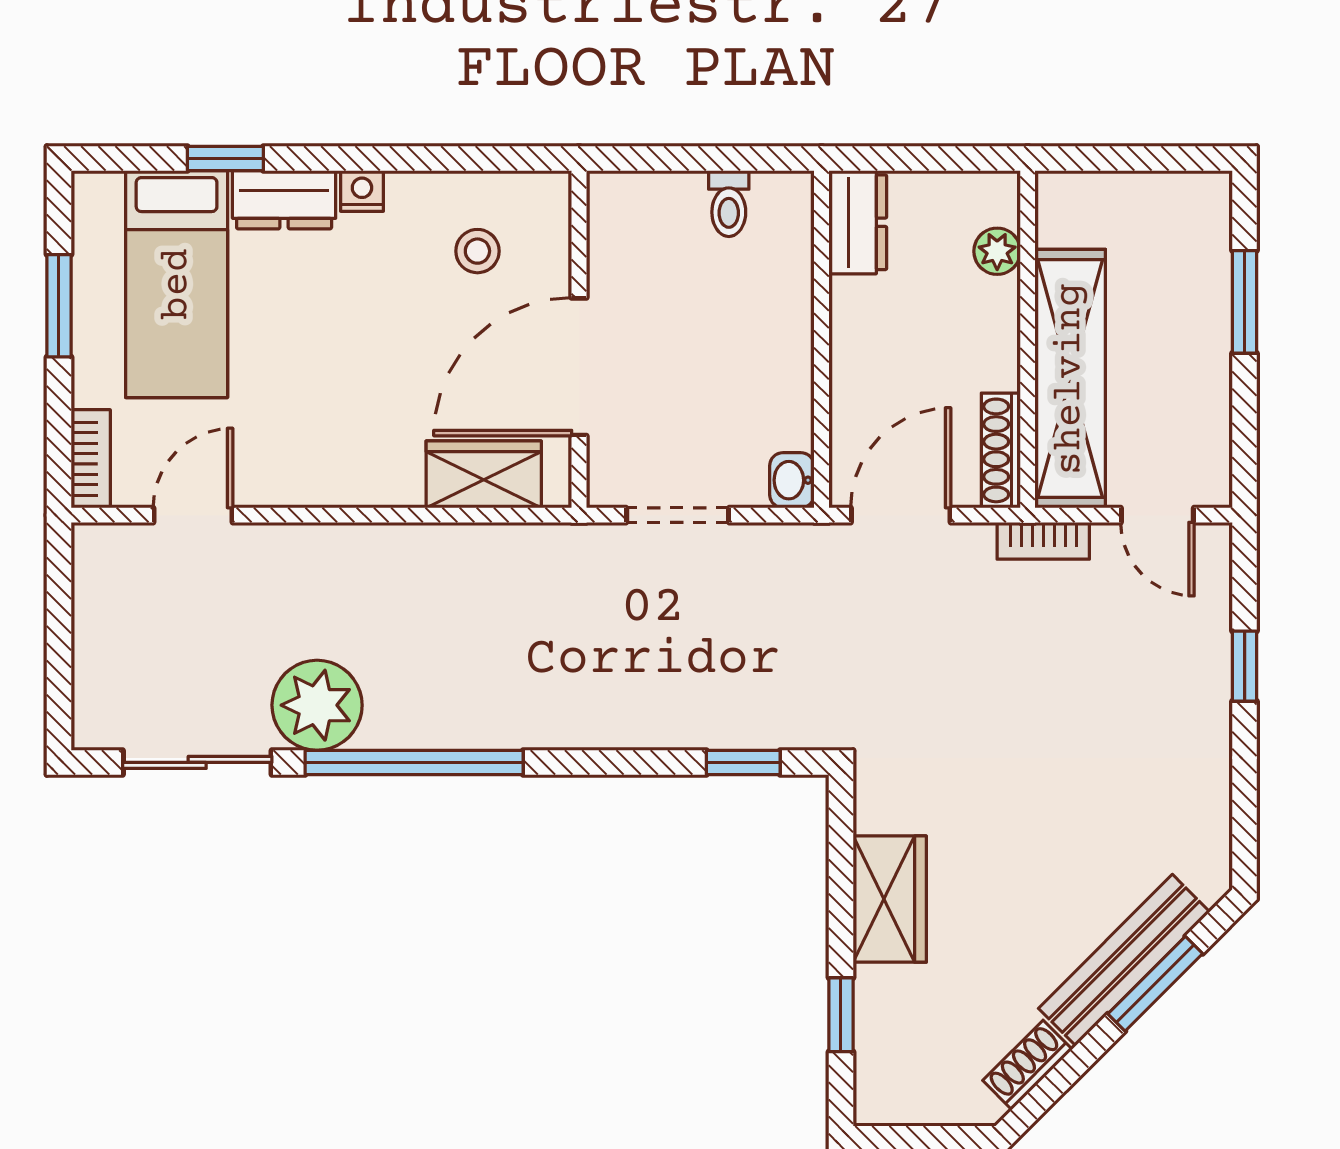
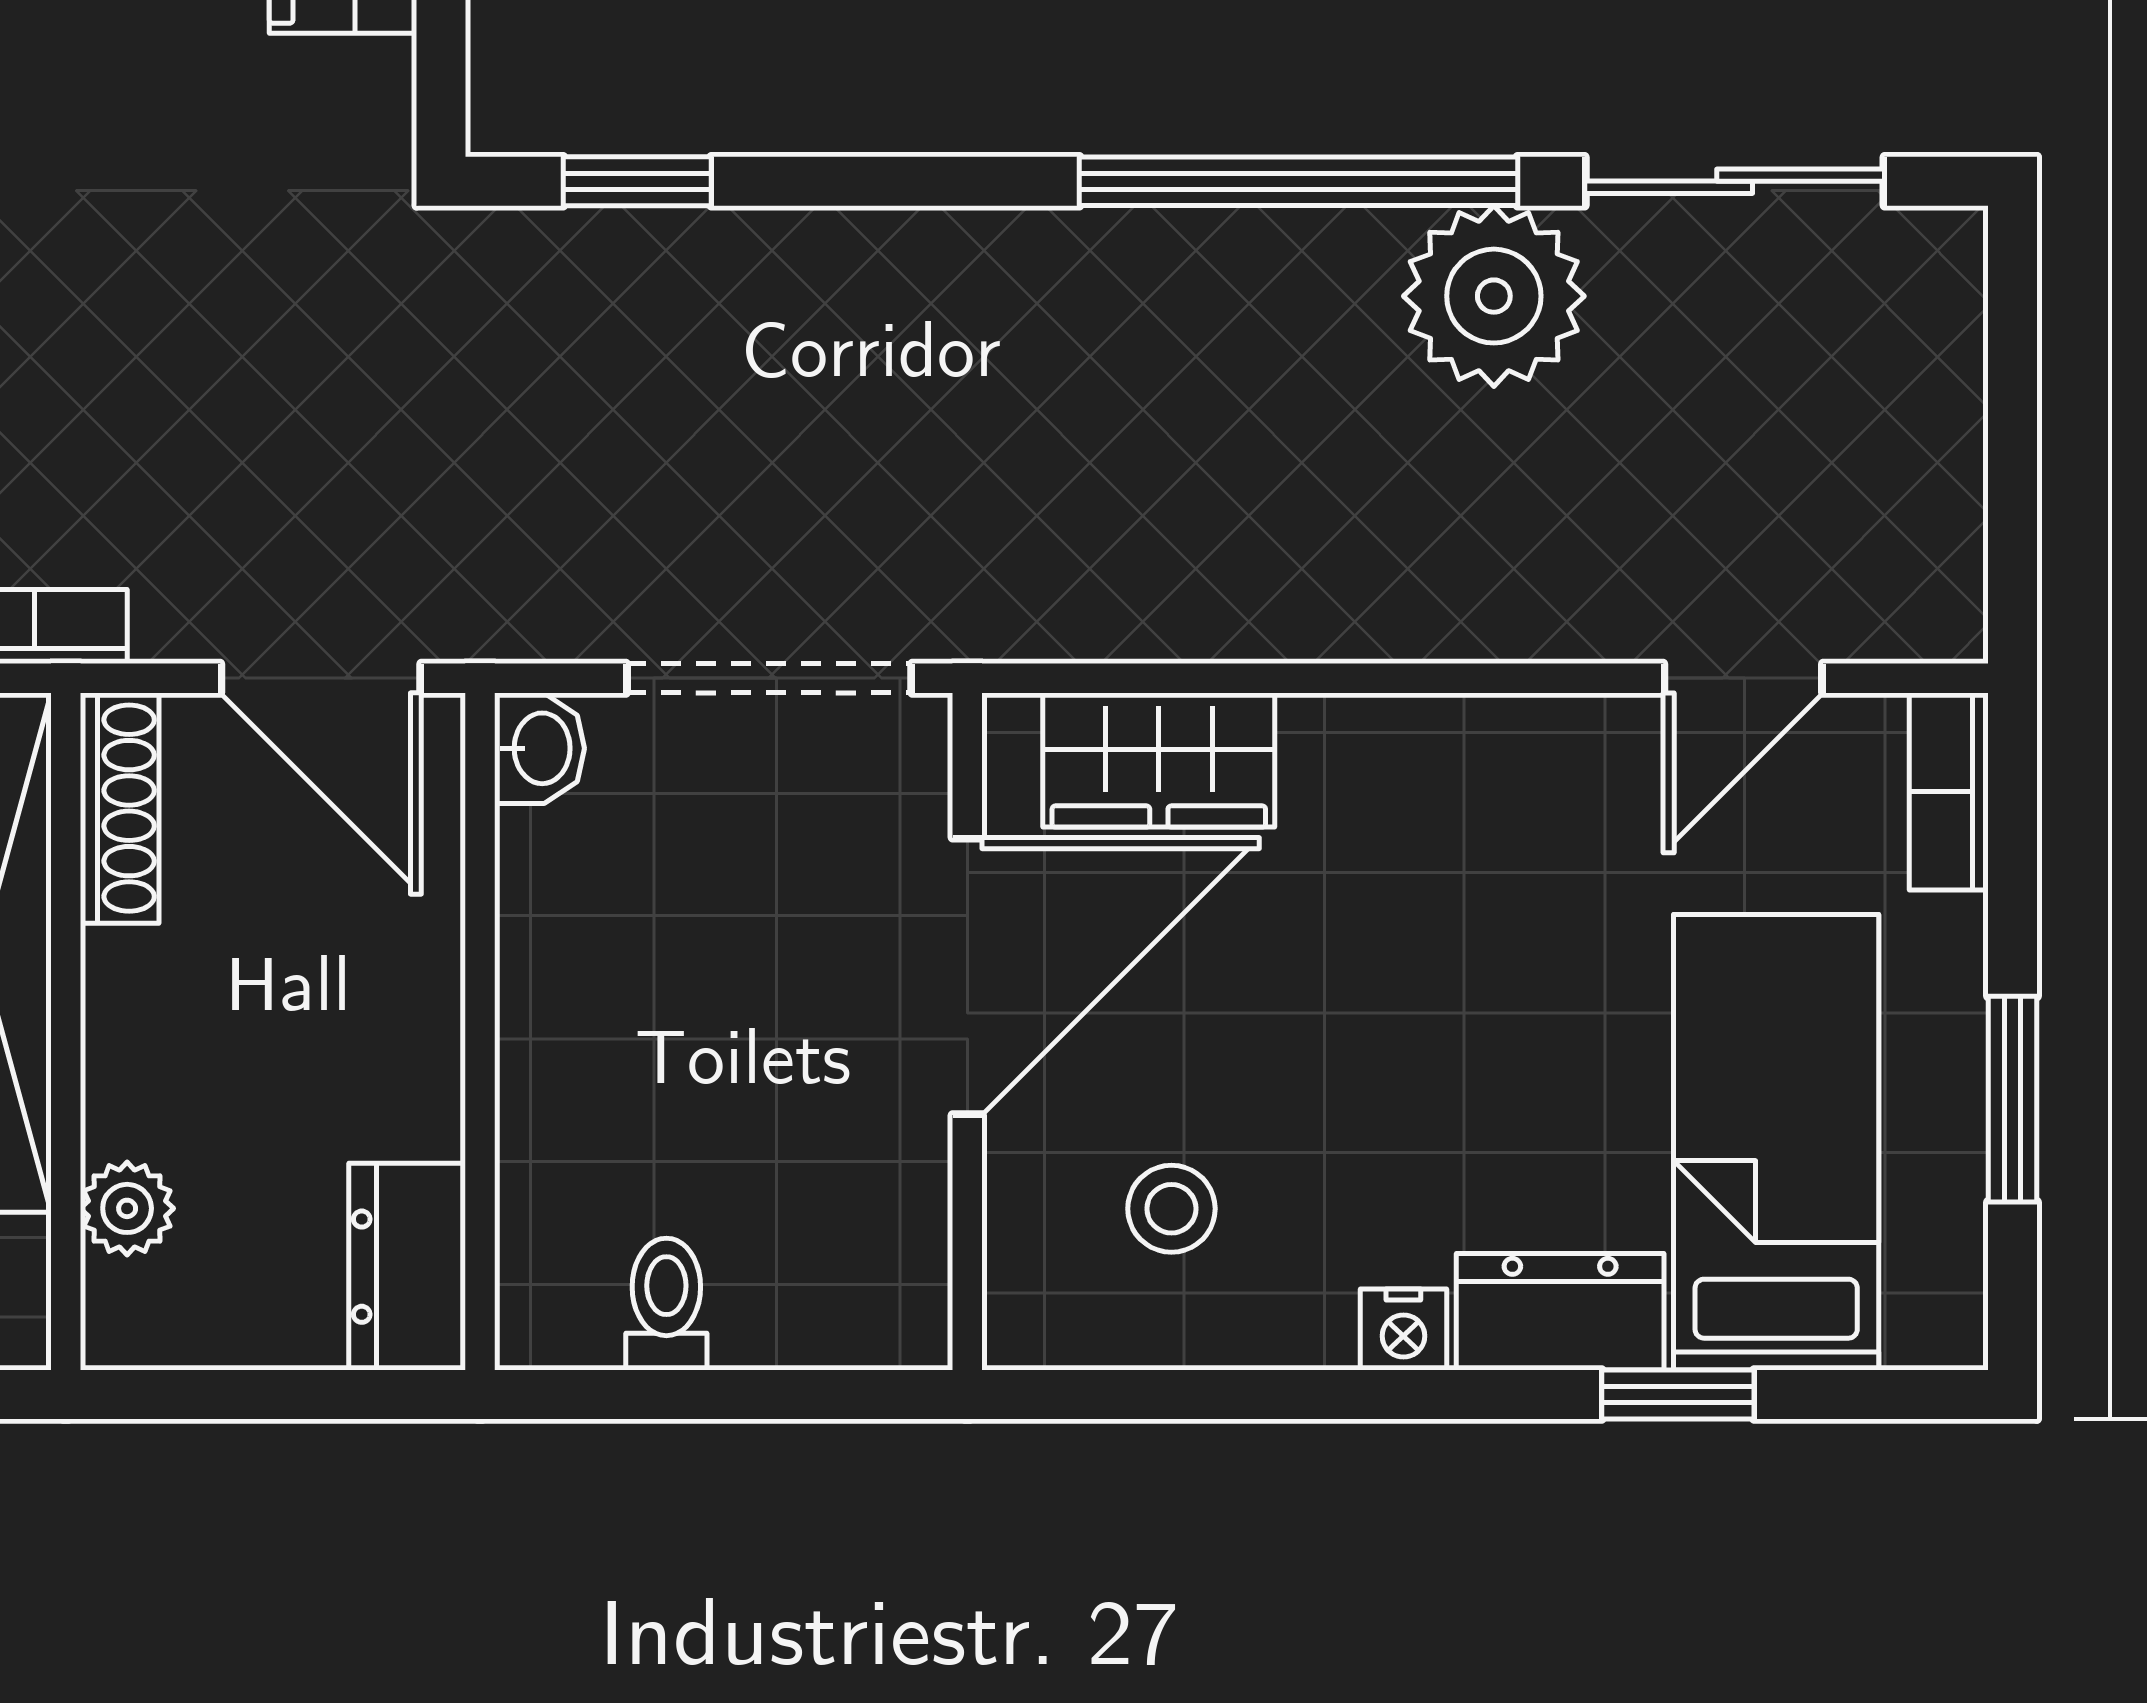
doorway: (678, 515) -> (769, 678), width x1.38
door: (901, 515) -> (321, 678), hinge flipped

